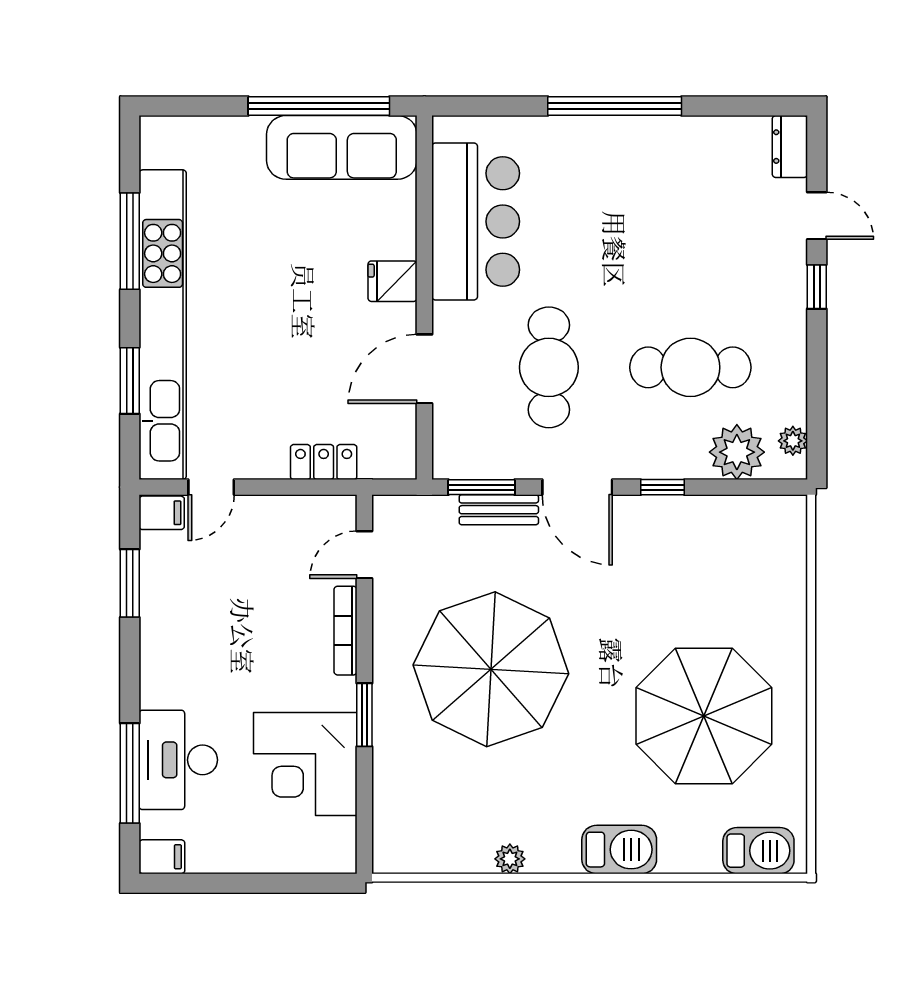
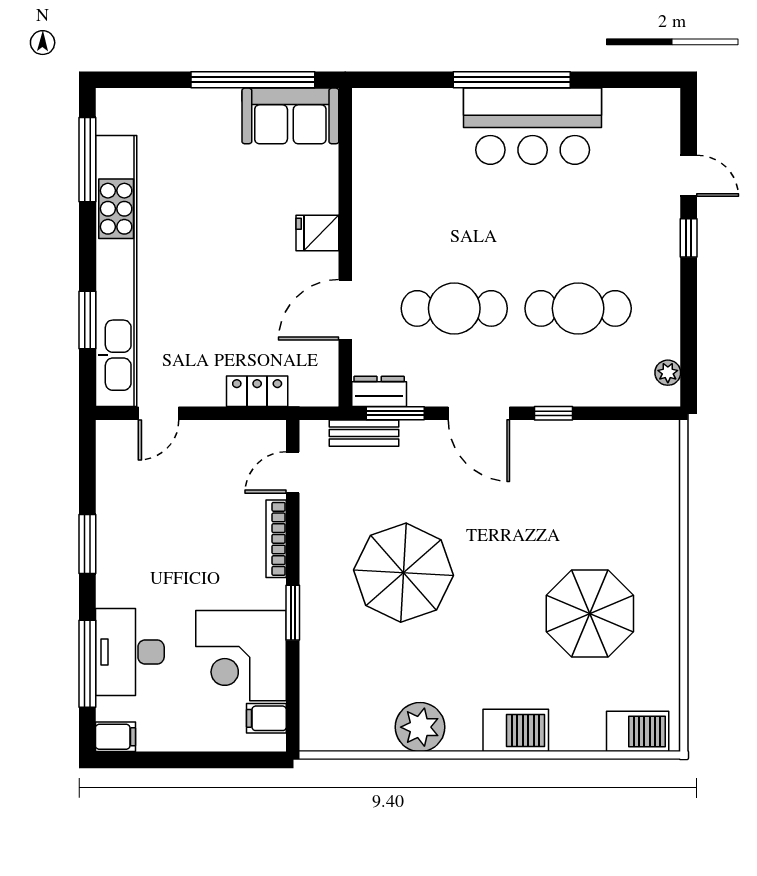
sofa: (342, 147) -> (290, 116), width x0.73
dresser: (790, 147) -> (379, 391), moved, turned 90
bar counter: (476, 221) -> (533, 126), moved, turned 90
window: (130, 241) -> (87, 160), moved
cafe table: (549, 367) -> (454, 308), turned 90
plant: (737, 452) -> (619, 383), removed
bench: (499, 510) -> (364, 433), moved
filing cabinet: (162, 513) -> (266, 718), moved, turned 180
window: (130, 583) -> (87, 544), moved
parasol: (491, 669) -> (403, 573), width x0.73, depth x0.73
parasol: (704, 716) -> (590, 614), width x0.73, depth x0.73
plant: (510, 859) -> (420, 727), width x1.87, depth x1.87

